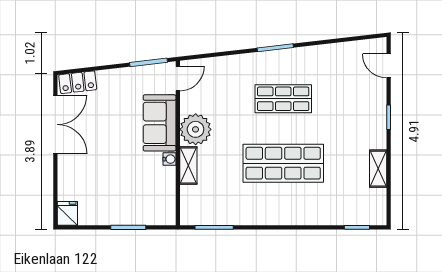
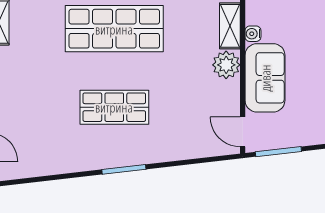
door: (178, 79) -> (243, 132), hinge flipped
plant: (196, 129) -> (226, 65), width x0.73, depth x0.73

